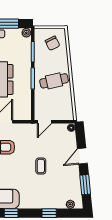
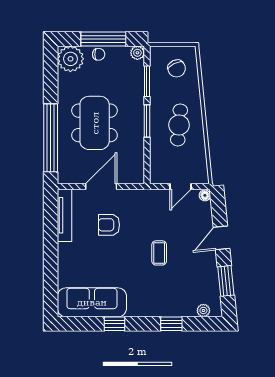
cafe table: (54, 81) -> (179, 125), turned -72
door: (45, 122) -> (181, 186), moved

